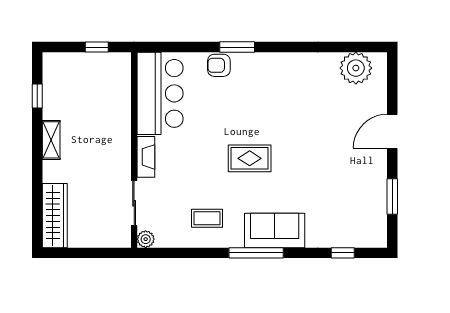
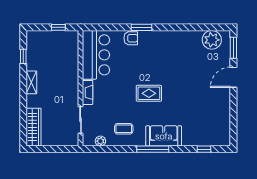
armchair: (219, 65) -> (131, 38), turned 180
window: (392, 196) -> (233, 48), moved
plant: (146, 239) -> (100, 141), moved

